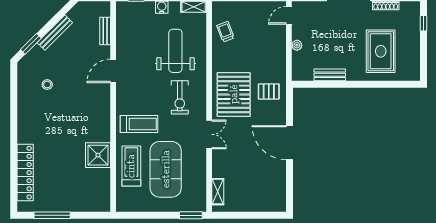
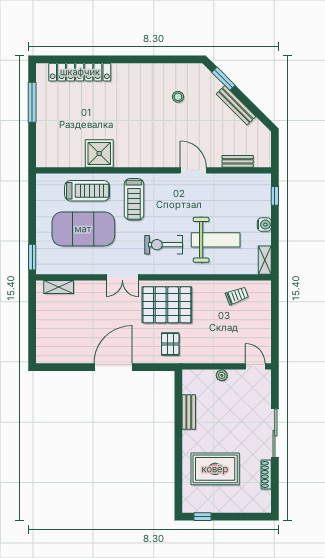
window: (423, 23) -> (202, 517), moved

